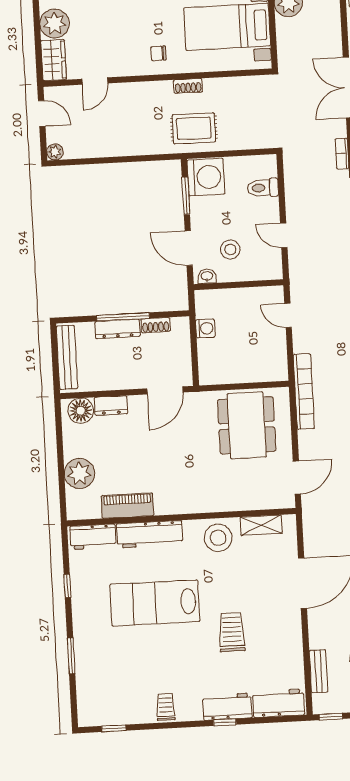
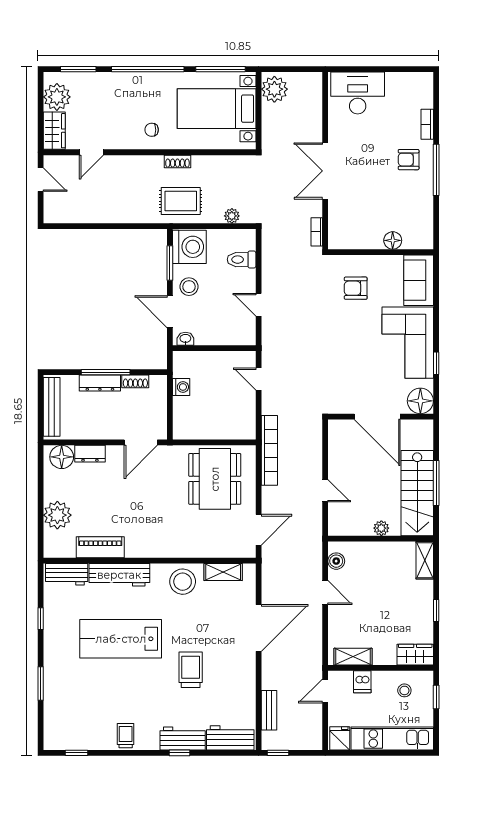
plant: (55, 152) -> (232, 216), moved
stool: (230, 249) -> (189, 287), moved

